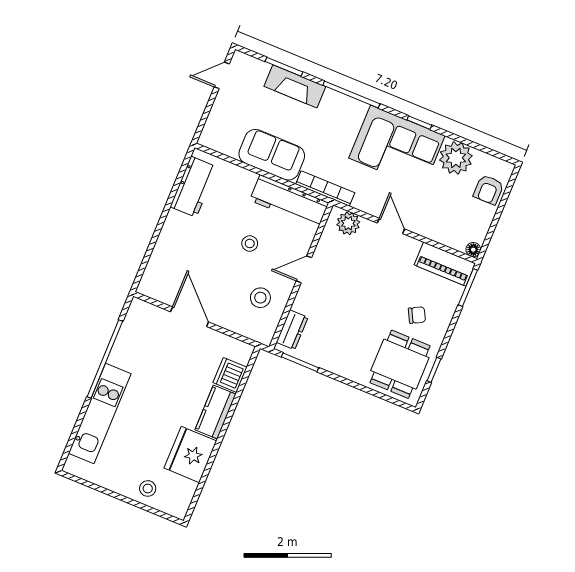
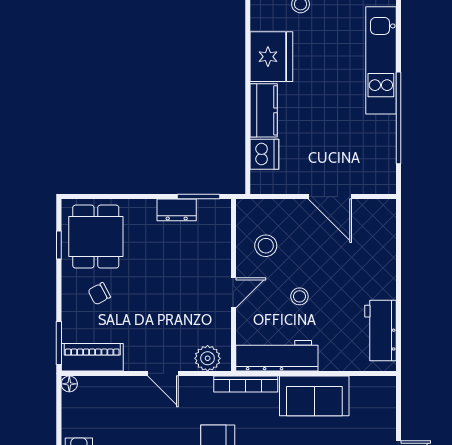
dresser: (292, 330) -> (177, 210), moved, turned -90

